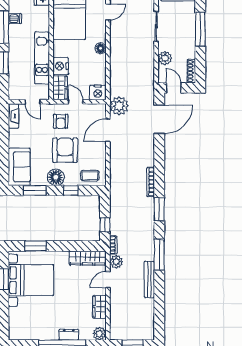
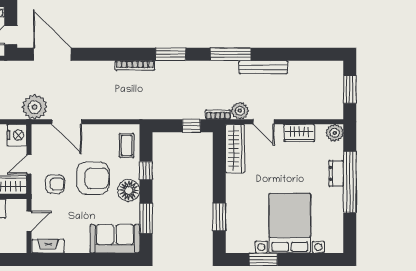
armchair: (65, 150) -> (93, 178), turned 180
bed with nightstands: (31, 280) -> (290, 223), moved

